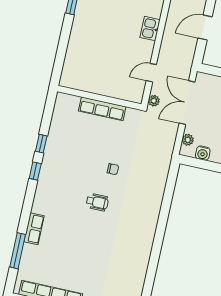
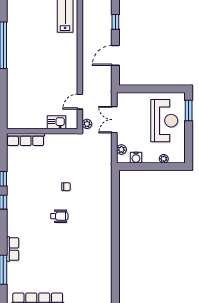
kitchen sink: (150, 29) -> (56, 122), moved, turned 90
double door: (187, 103) -> (114, 120), width x0.73
row of seats: (102, 109) -> (26, 140), moved

